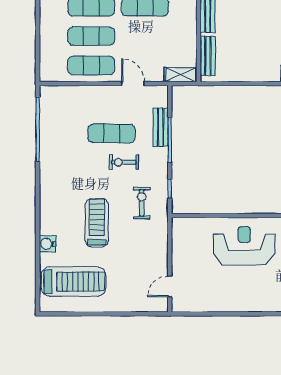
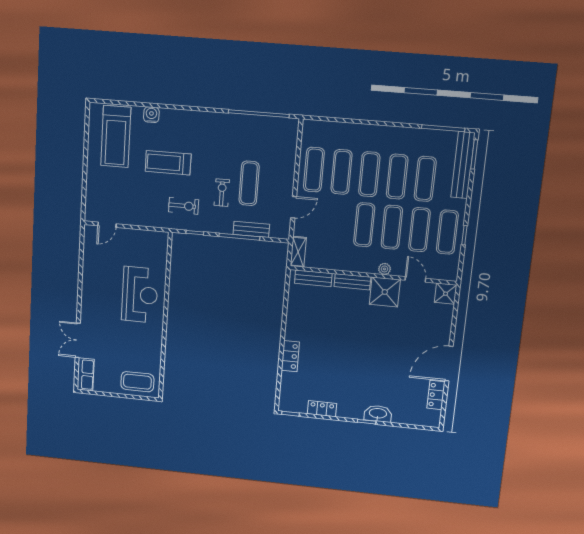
treadmill: (97, 223) -> (168, 163), turned 180
door: (170, 287) -> (107, 225), swing flipped

